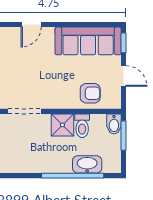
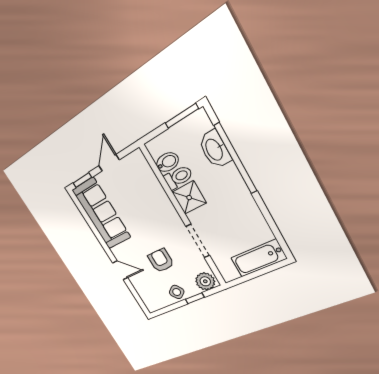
armchair: (90, 93) -> (161, 260), moved
bidet: (114, 124) -> (167, 162), moved
window: (123, 136) -> (182, 116), moved

